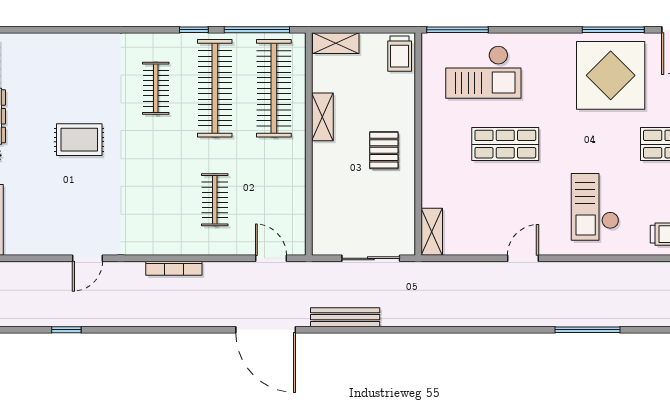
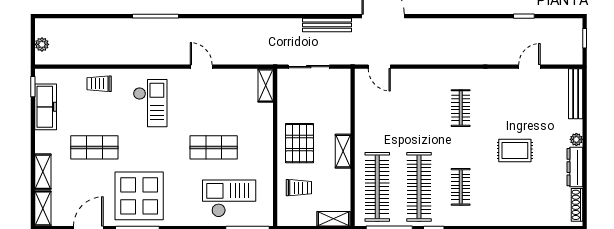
trolley: (400, 54) -> (299, 188), moved, turned 90
shelving: (322, 117) -> (343, 151), moved
pallet: (384, 150) -> (299, 143), width x1.50, depth x1.42
clothes rail: (215, 200) -> (461, 108), moved
door: (87, 258) -> (529, 67), moved
door: (523, 258) -> (201, 67), swing flipped
bookcase: (174, 268) -> (448, 60), removed

